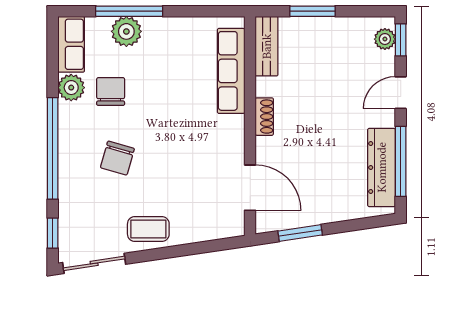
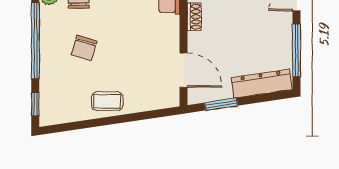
dresser: (382, 167) -> (262, 84), moved, turned 82
sliding door: (94, 263) -> (66, 127), removed

